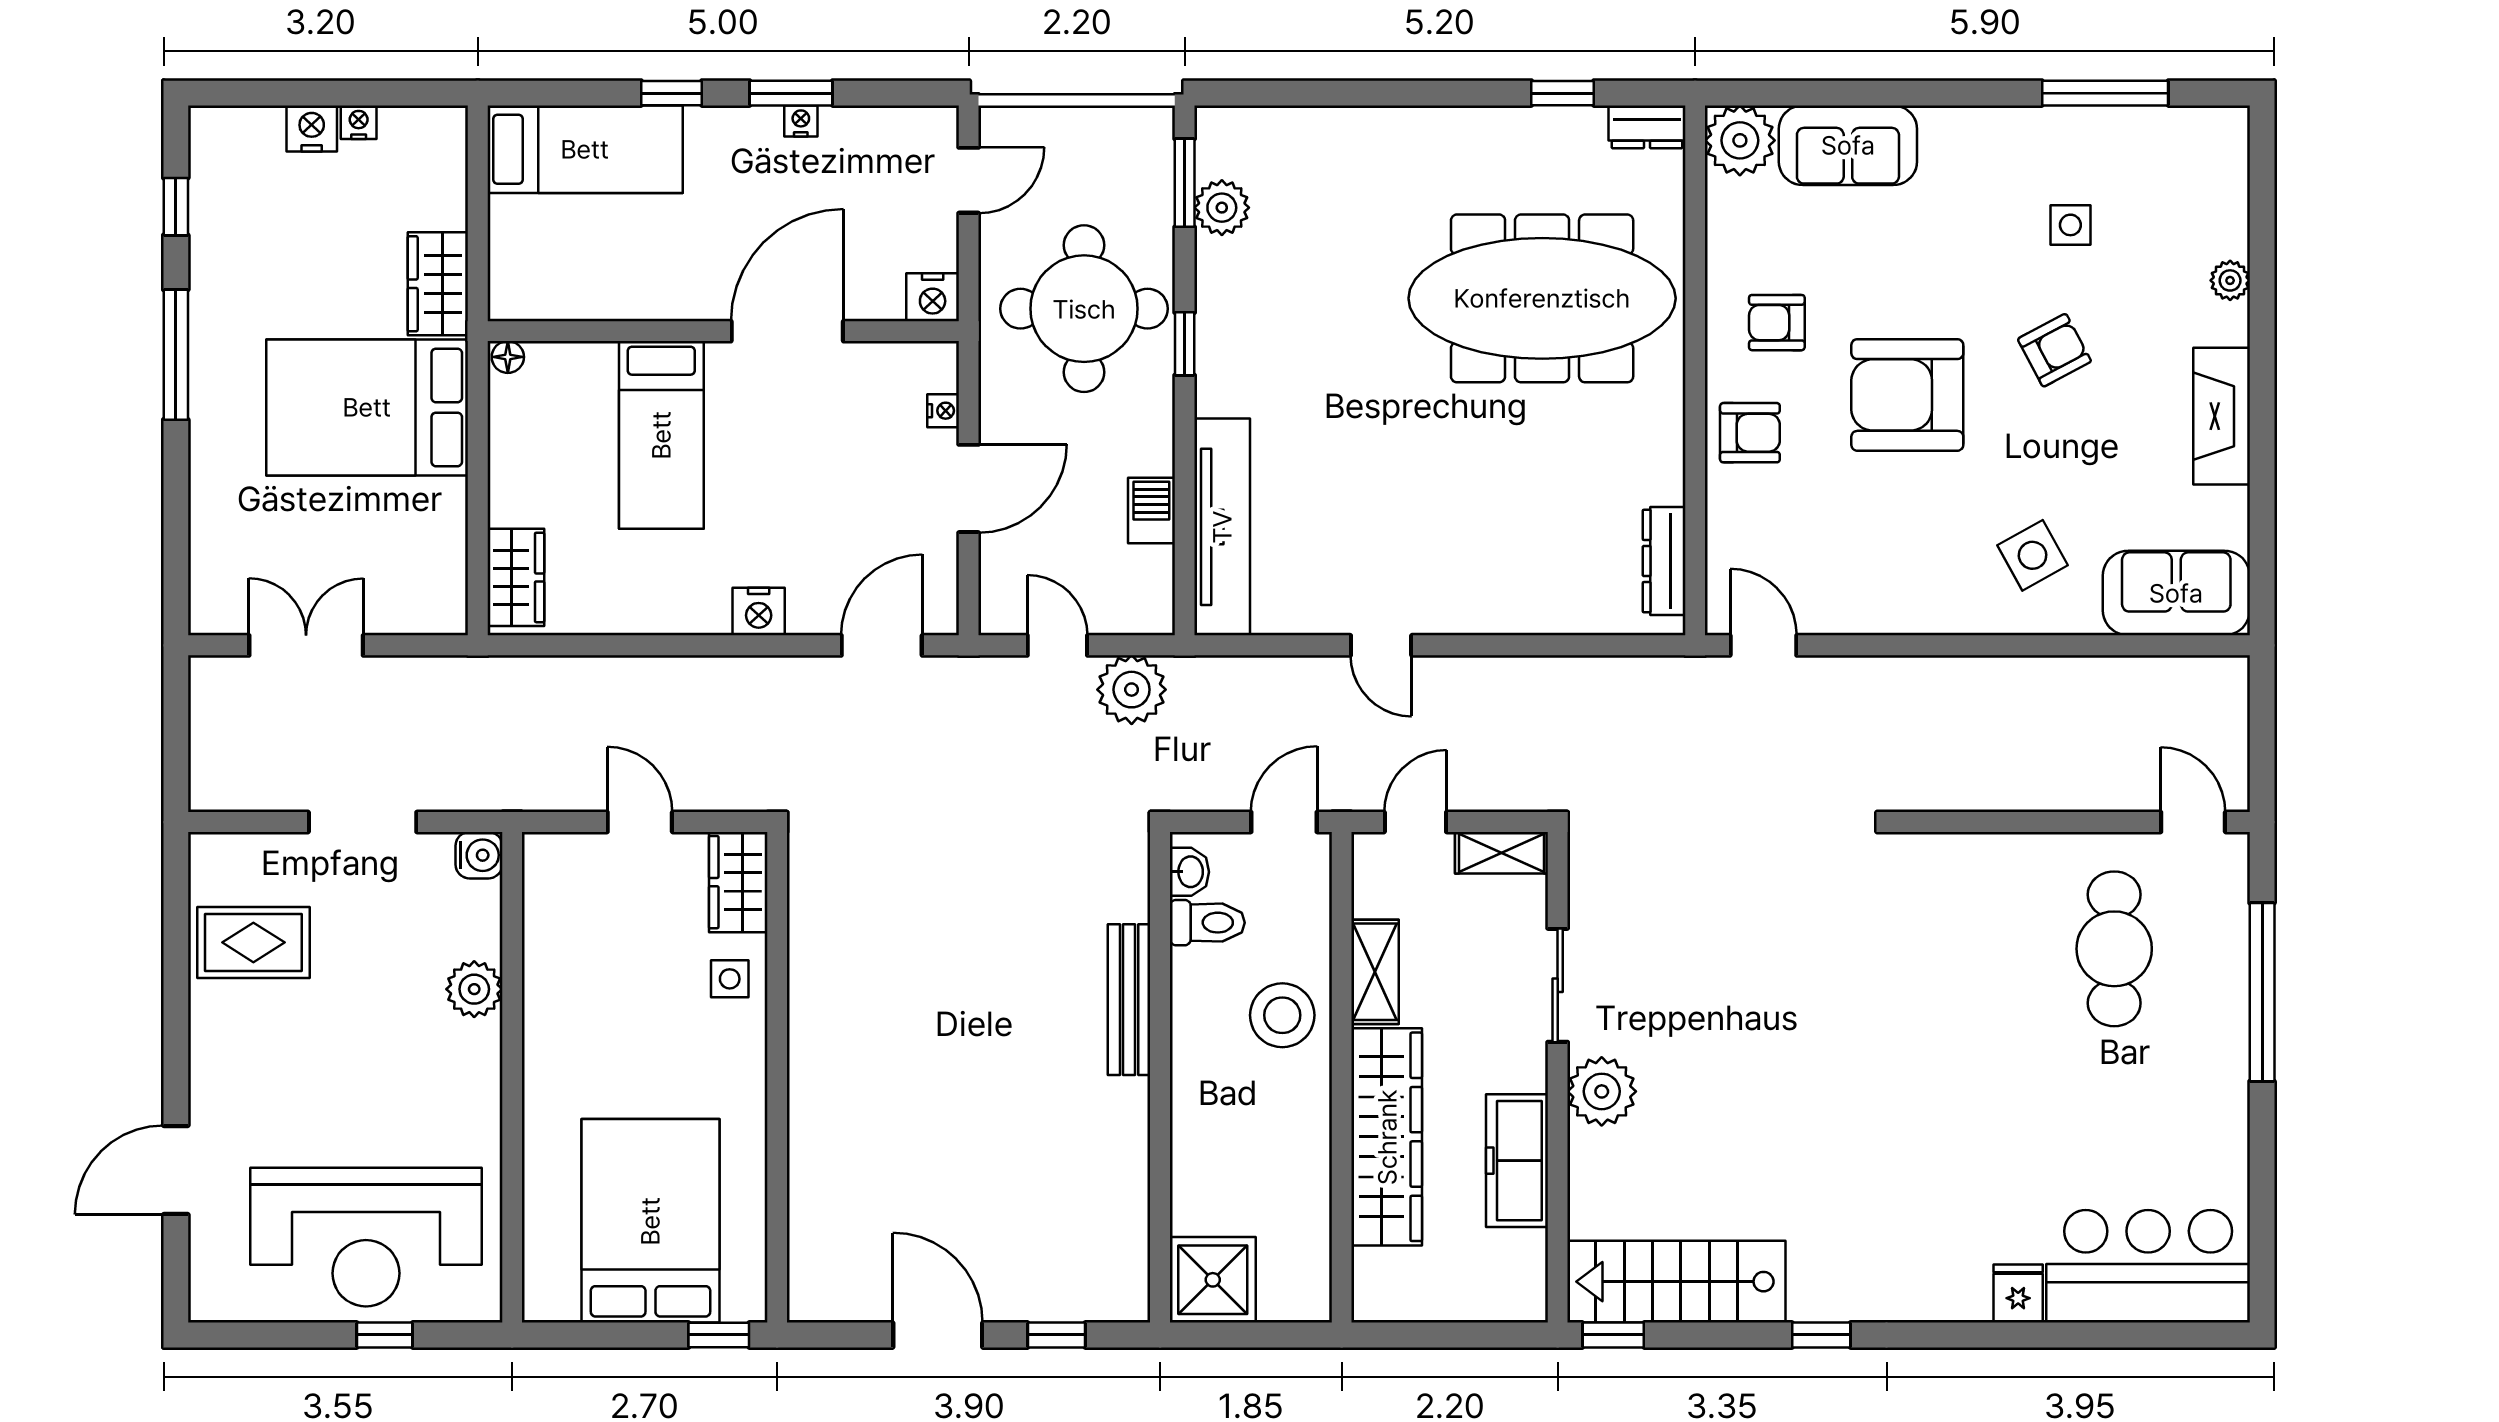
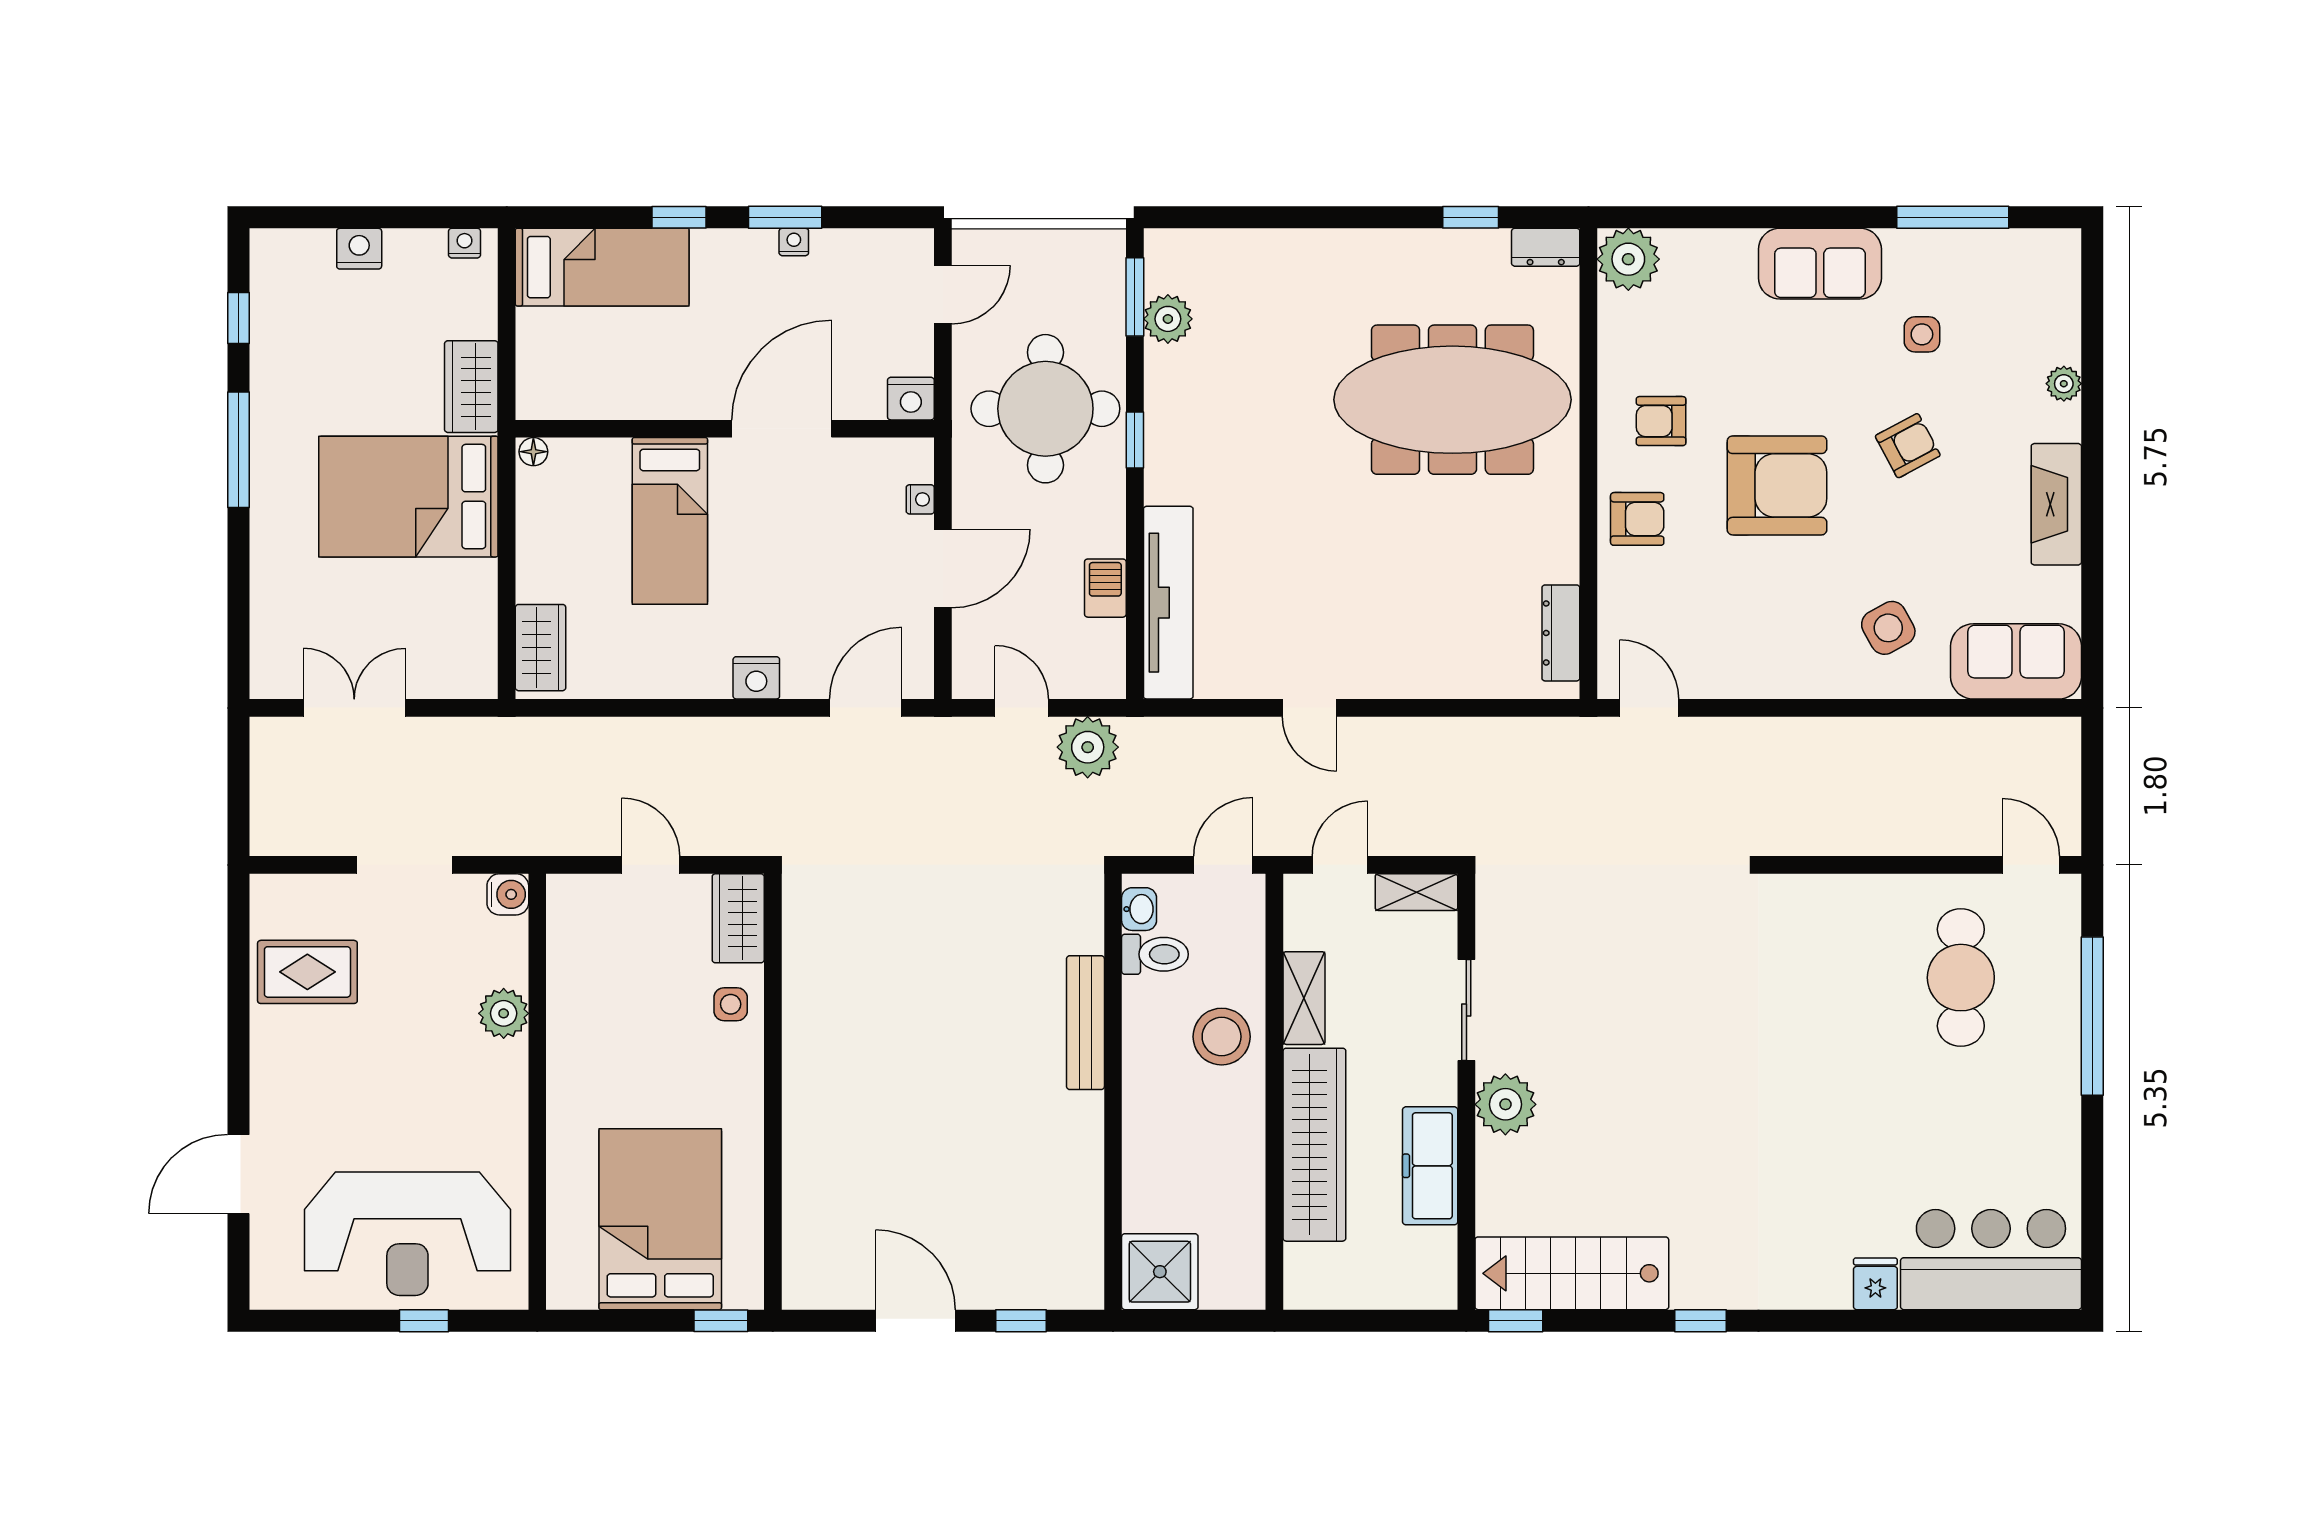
nightstand: (359, 122) -> (465, 243), moved
sofa: (1848, 145) -> (1820, 264), moved
armchair: (1907, 395) -> (1777, 485), turned 180

